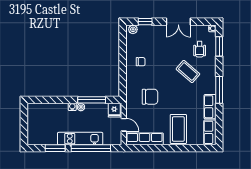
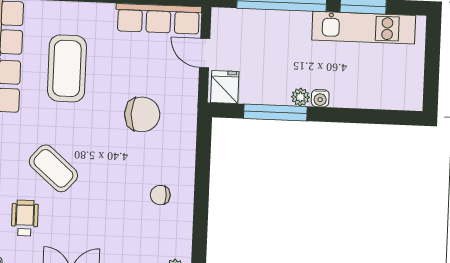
chair: (150, 97) -> (142, 114), turned 180
coffee table: (178, 129) -> (67, 68), moved
kitchen unit: (80, 139) -> (364, 28), moved

